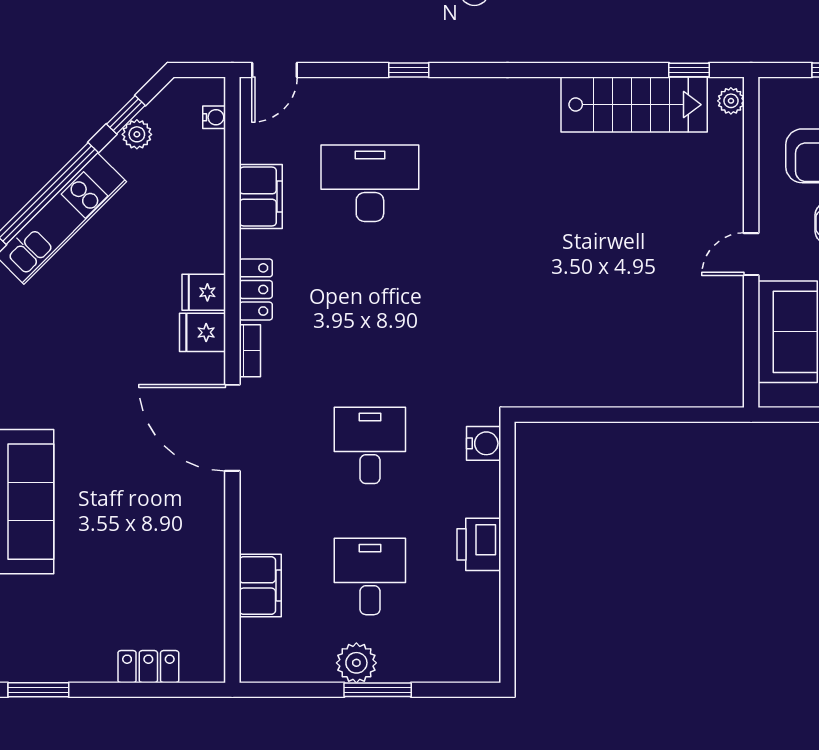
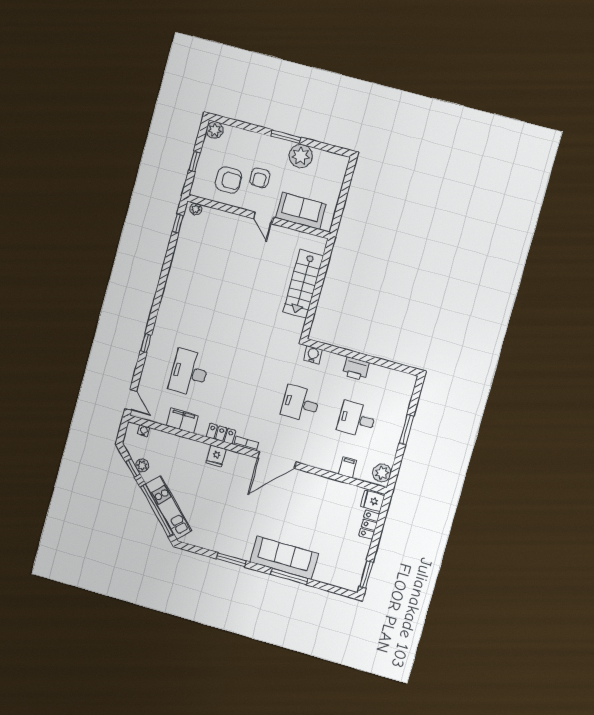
stairs: (634, 105) -> (303, 284), moved, turned 180
fridge: (203, 332) -> (373, 501), moved, turned 90
filing cabinet: (260, 585) -> (348, 467), width x0.50
plant: (356, 663) -> (382, 473), moved

